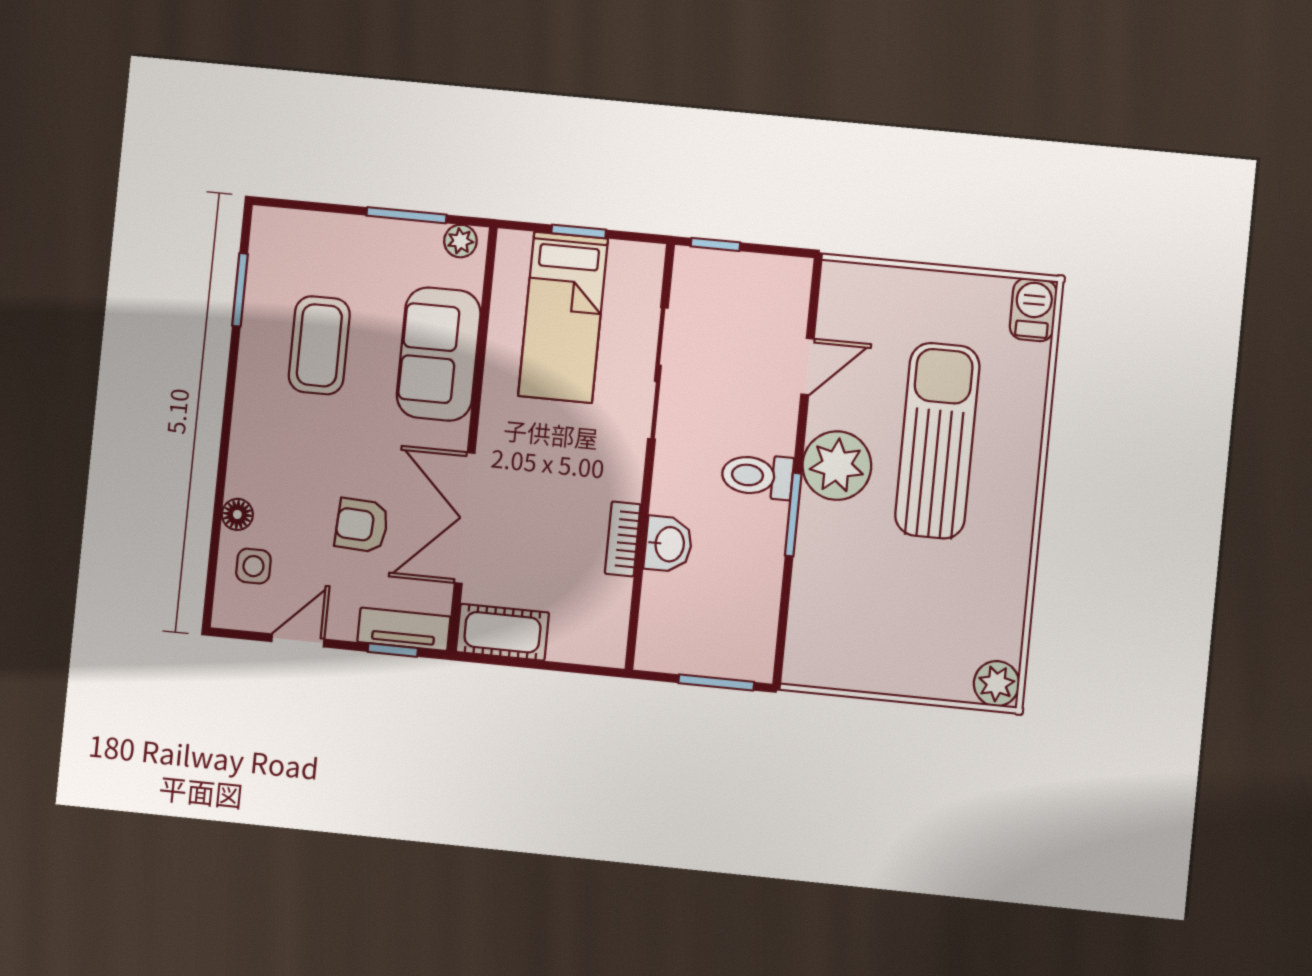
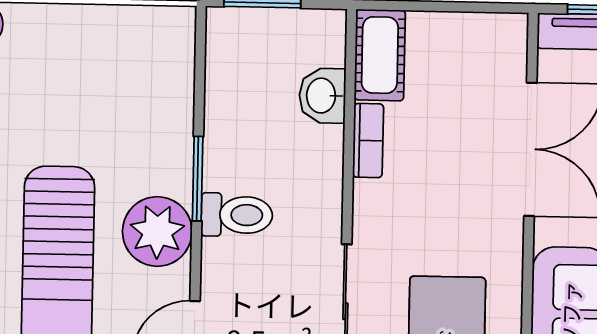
washbasin: (668, 544) -> (322, 96), moved
cot: (502, 632) -> (380, 55), moved, turned 90

